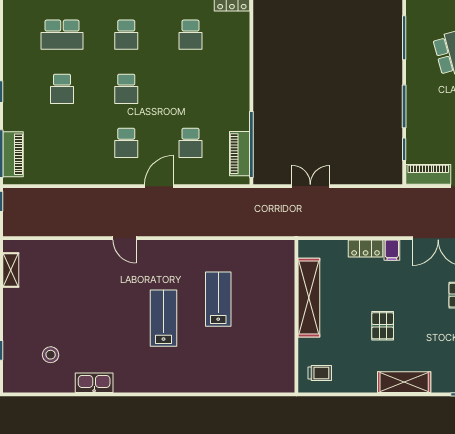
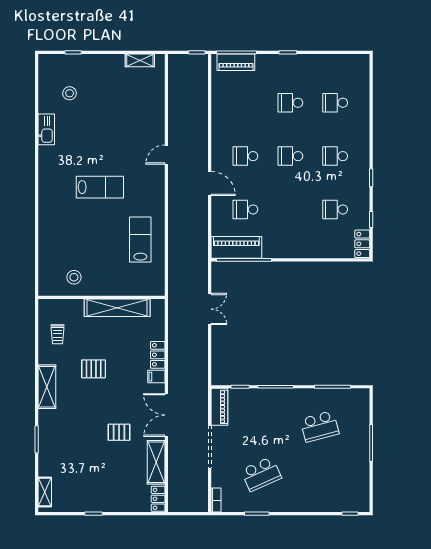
school desk: (62, 35) -> (335, 103), width x0.54
piano: (240, 154) -> (236, 247), width x1.37, depth x1.33
lab bench: (218, 299) -> (140, 239), moved, turned -90
stool: (272, 349) -> (74, 277), added
trolley: (320, 373) -> (57, 334), moved

